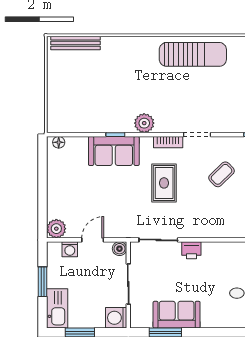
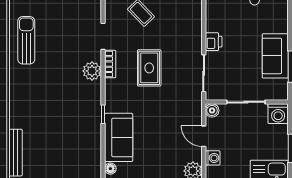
sun lounger: (193, 54) -> (26, 40), width x0.73, depth x0.75
plant: (144, 123) -> (92, 71), moved
sofa: (114, 151) -> (119, 137), moved
rug: (164, 183) -> (149, 68), turned 90

